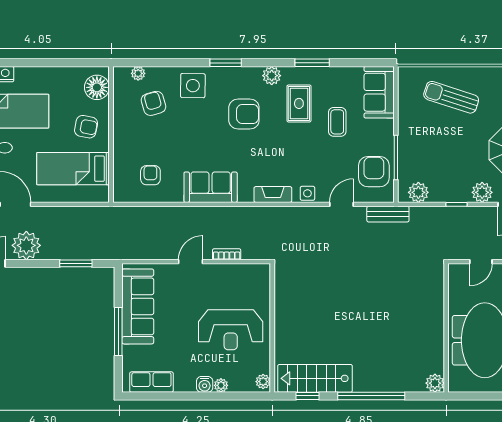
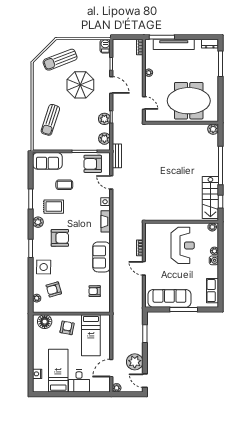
armchair: (244, 114) -> (60, 238), turned 90
plant: (482, 192) -> (104, 119), moved

